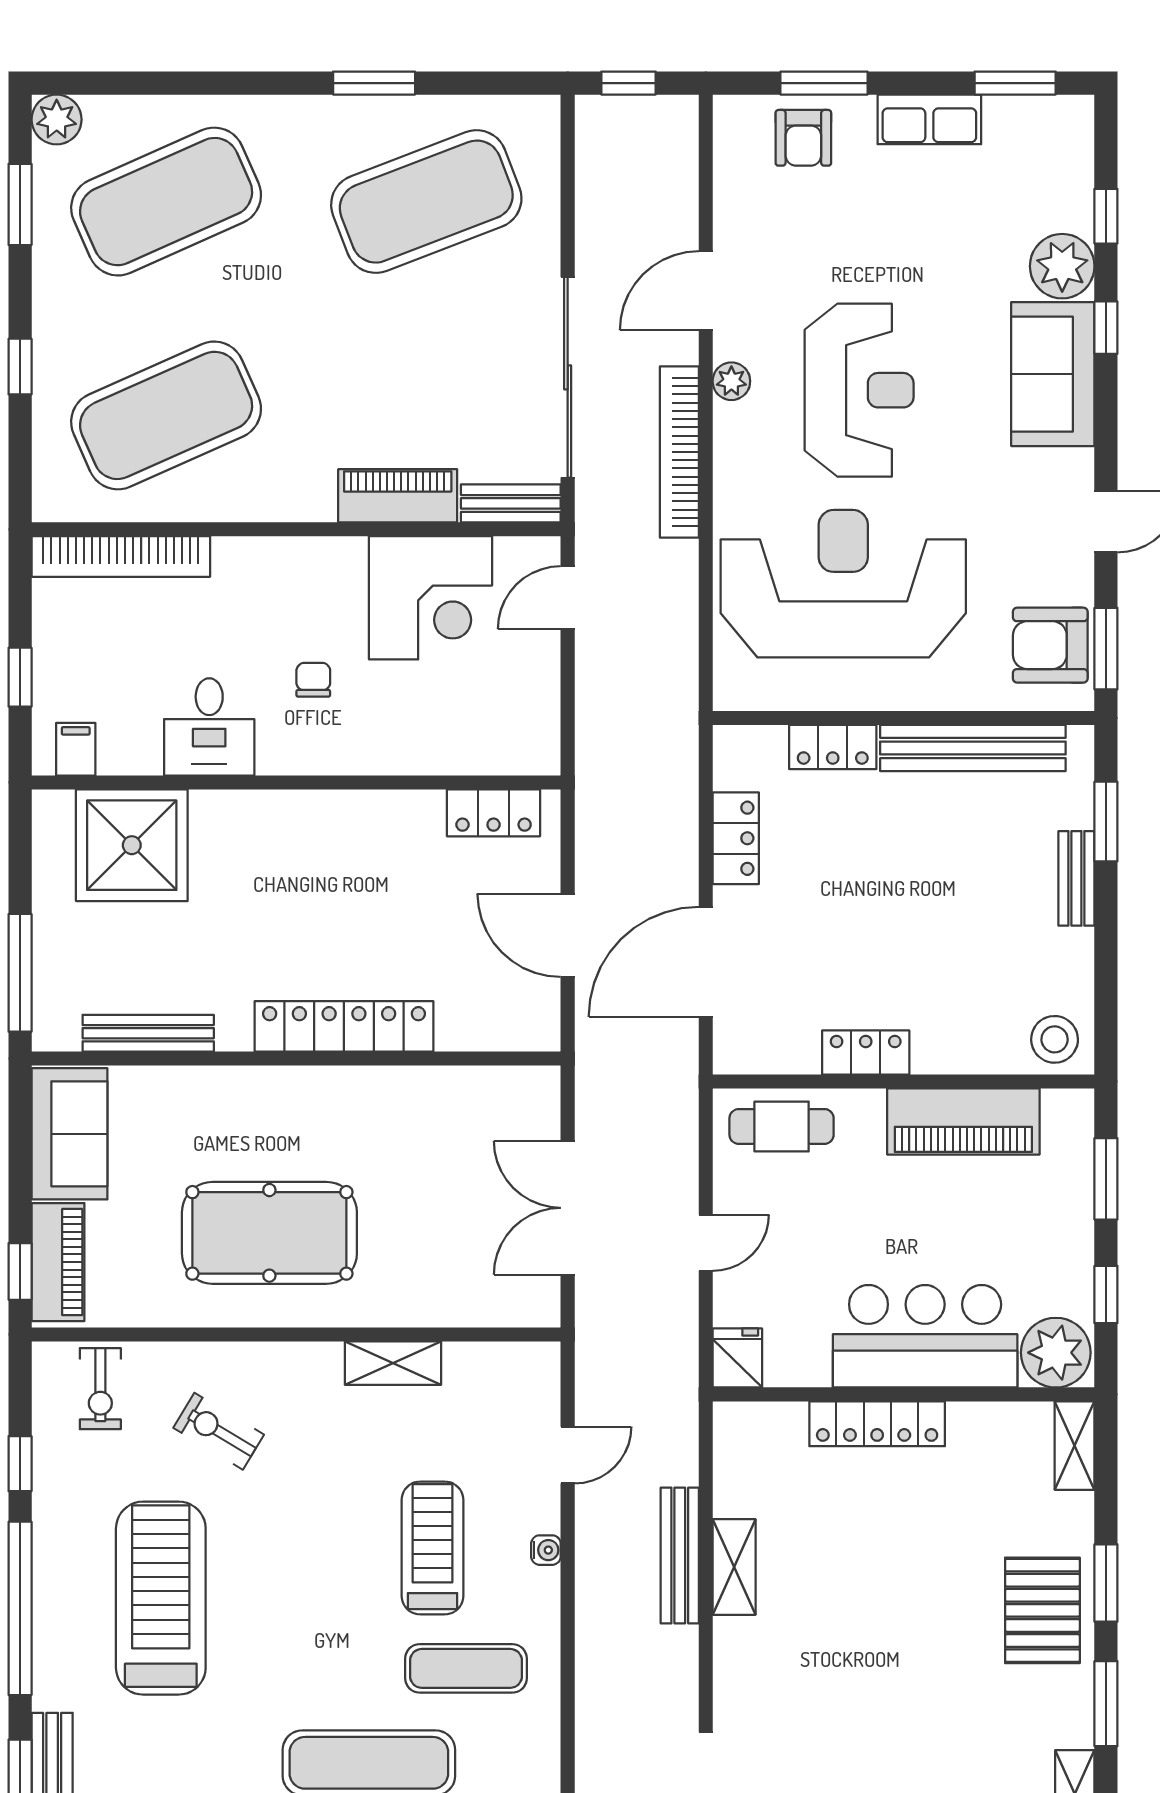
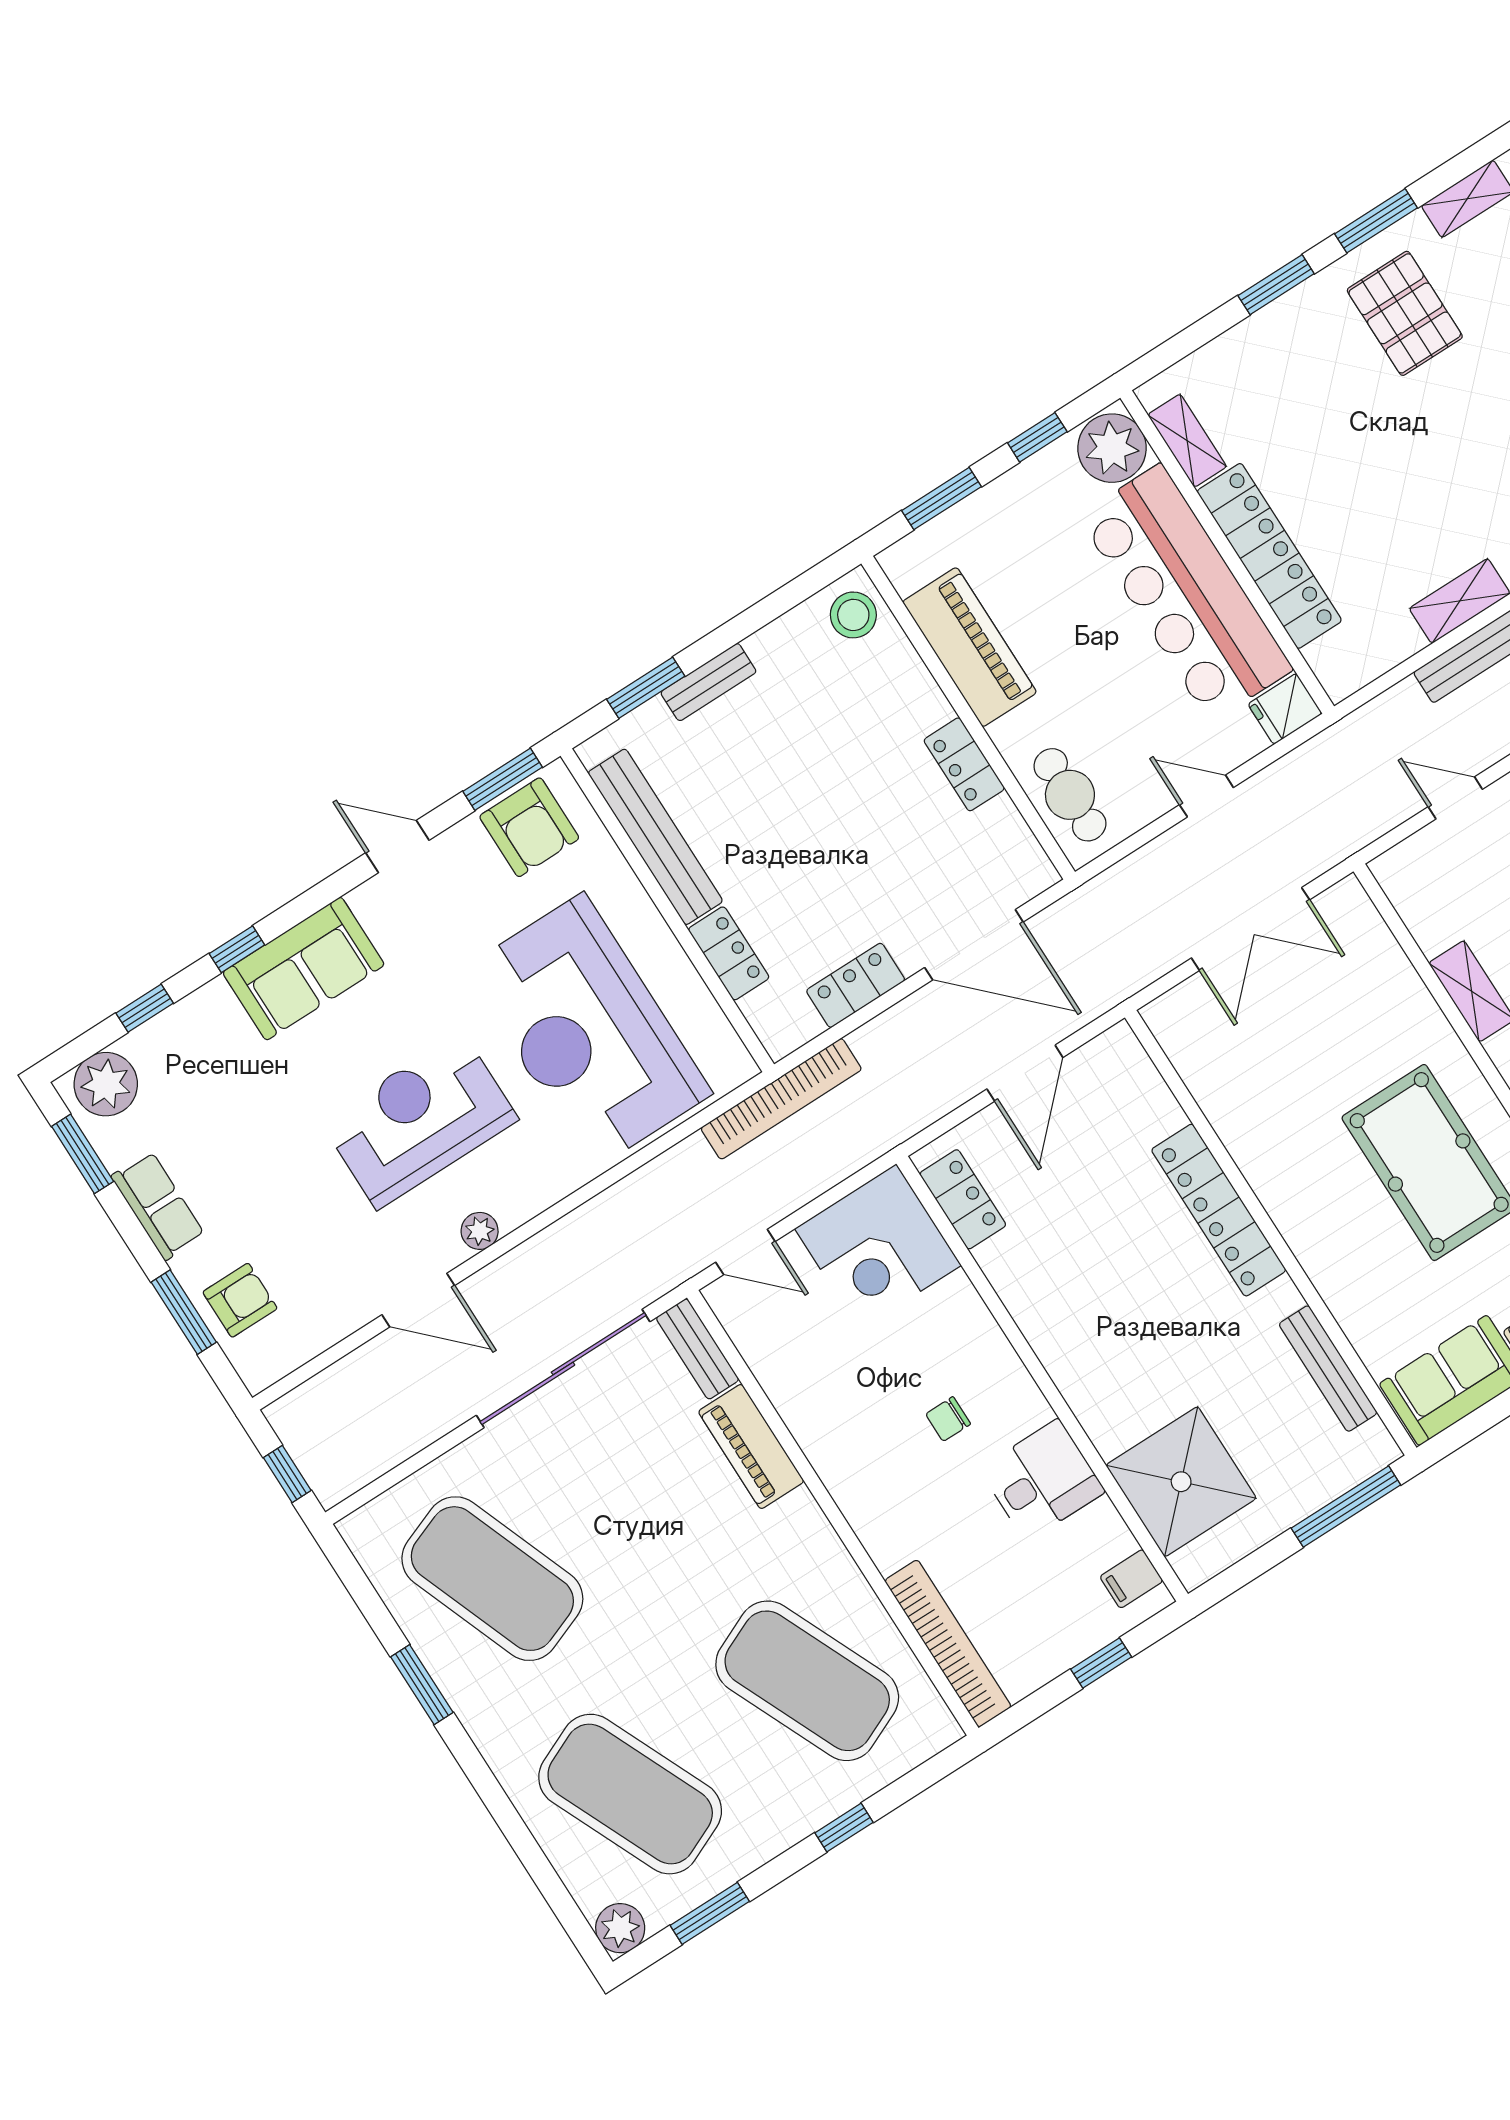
plant: (1062, 266) -> (106, 1084), moved
bookcase: (679, 452) -> (781, 1099), moved
corner desk: (430, 598) -> (878, 1247), moved, turned 180
bar counter: (925, 1336) -> (1185, 593), width x1.36
locker: (877, 1424) -> (1269, 556), width x1.41, depth x1.21
shelving: (1075, 1446) -> (1187, 441), moved, turned 90
pallet: (1042, 1610) -> (1405, 313), moved, turned 90

